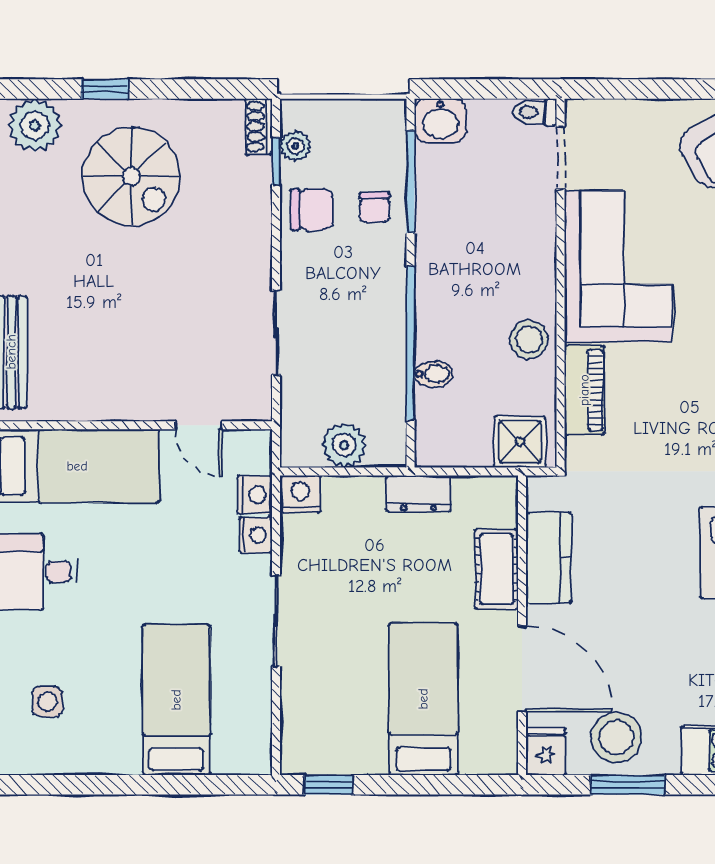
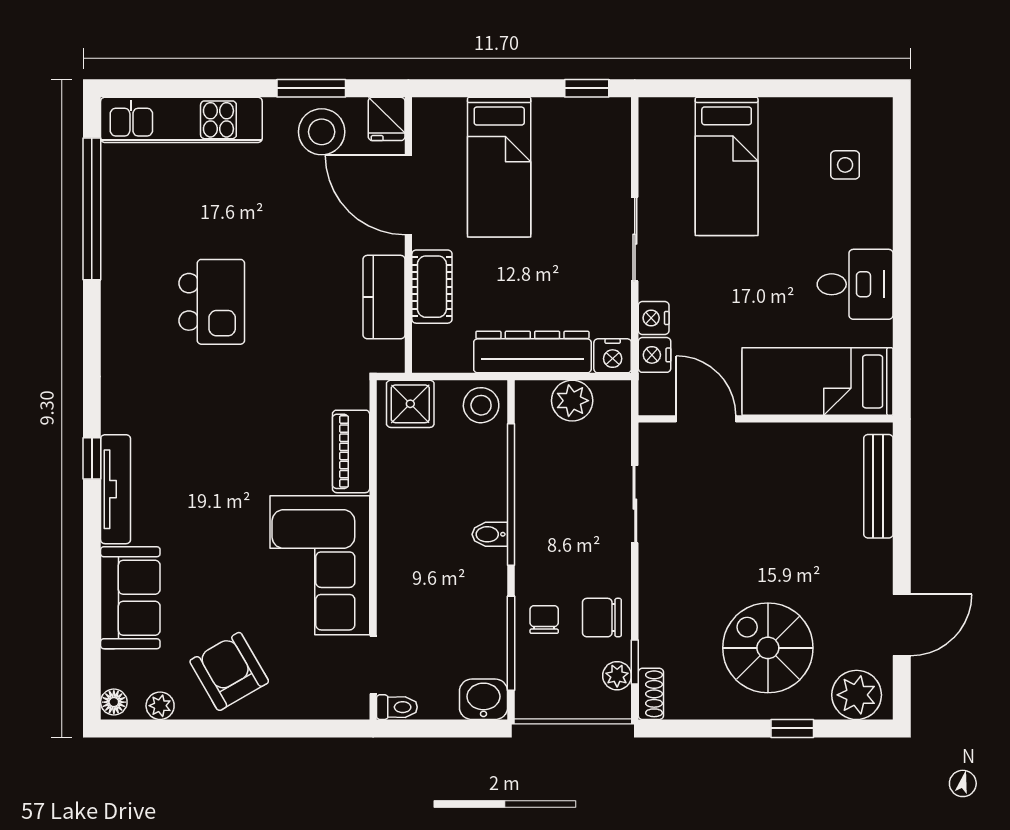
stool: (529, 339) -> (481, 405), moved
bidet: (434, 374) -> (490, 534), moved
door: (199, 425) -> (706, 419), width x1.38
dresser: (419, 494) -> (532, 352), width x1.96, depth x1.24

